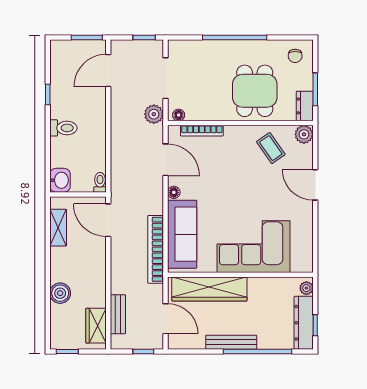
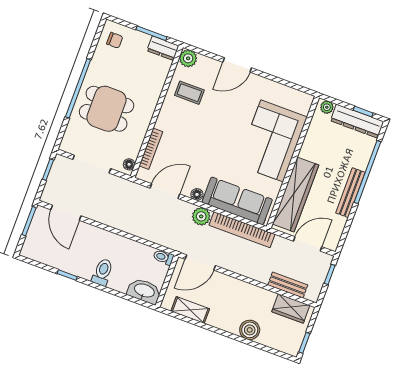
dining table: (255, 91) -> (107, 109), moved
plant: (154, 114) -> (201, 216), moved
coffee table: (271, 148) -> (189, 93), turned 35
washbasin: (60, 180) -> (144, 291), width x1.38

